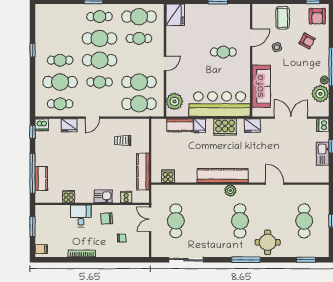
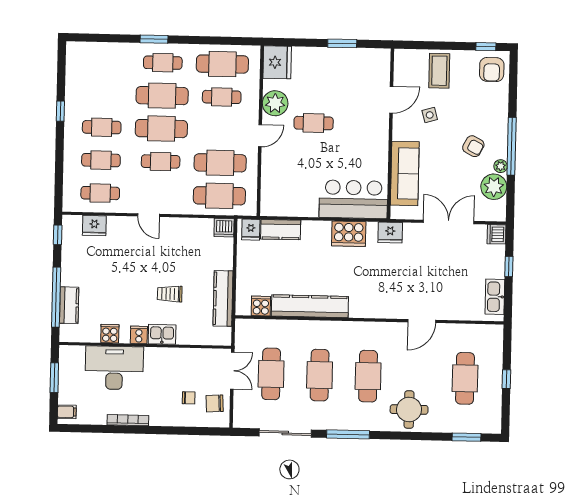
armchair: (307, 41) -> (473, 146), moved
cafe table: (223, 52) -> (314, 123), moved
cafe table: (60, 82) -> (101, 160), width x0.73, depth x0.74
plant: (174, 101) -> (275, 103), moved
bar counter: (219, 104) -> (353, 199), width x0.73
door: (92, 118) -> (149, 215), hinge flipped
dishwasher: (42, 125) -> (224, 228), moved
fridge: (69, 125) -> (94, 226), moved
fridge: (200, 126) -> (251, 230), moved
trolley: (123, 141) -> (170, 294), moved
kitchen sink: (323, 154) -> (495, 297), moved
kitchen counter: (223, 175) -> (310, 306), moved
door: (275, 184) -> (422, 321), swing flipped
plant: (230, 191) -> (354, 330), removed
cooker: (126, 197) -> (139, 335), moved
desk: (81, 216) -> (114, 368), width x1.87, depth x1.30
chair: (107, 218) -> (215, 403), moved
double door: (150, 219) -> (232, 371), swing flipped
cafe table: (208, 221) -> (320, 375), added
window: (246, 260) -> (348, 434), moved

